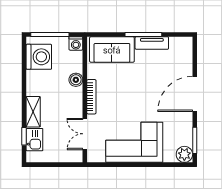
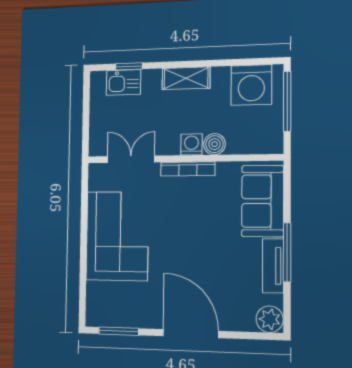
washing machine: (76, 43) -> (191, 144), moved, turned 90
shelving: (33, 112) -> (186, 78), moved
plant: (184, 154) -> (270, 319), moved

